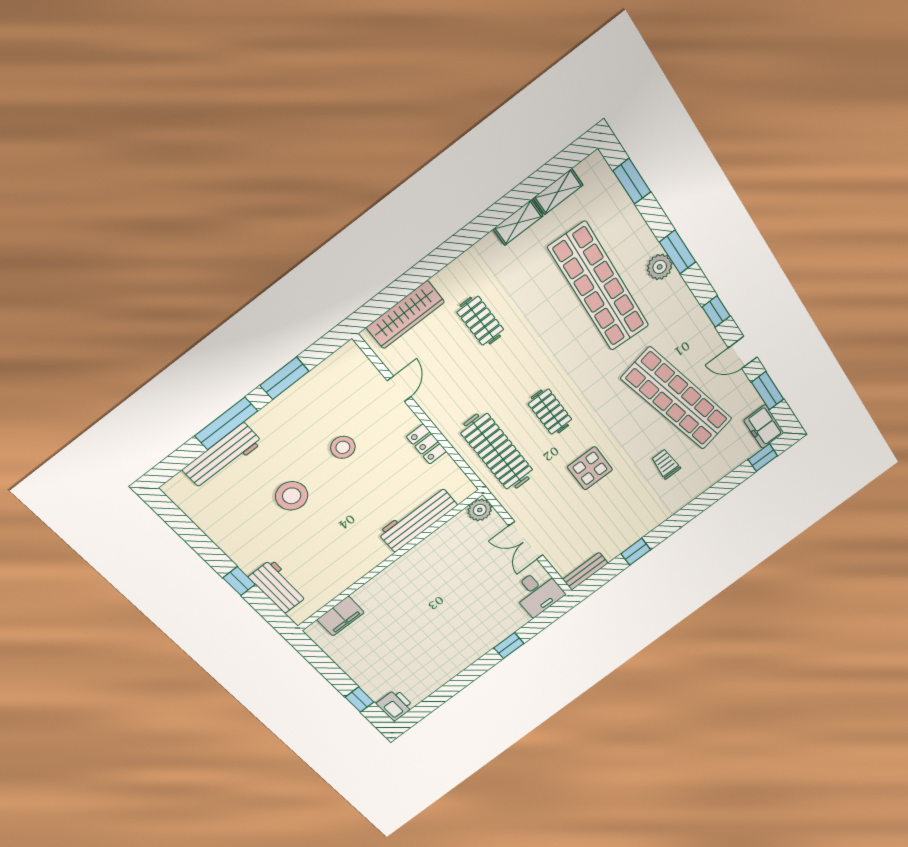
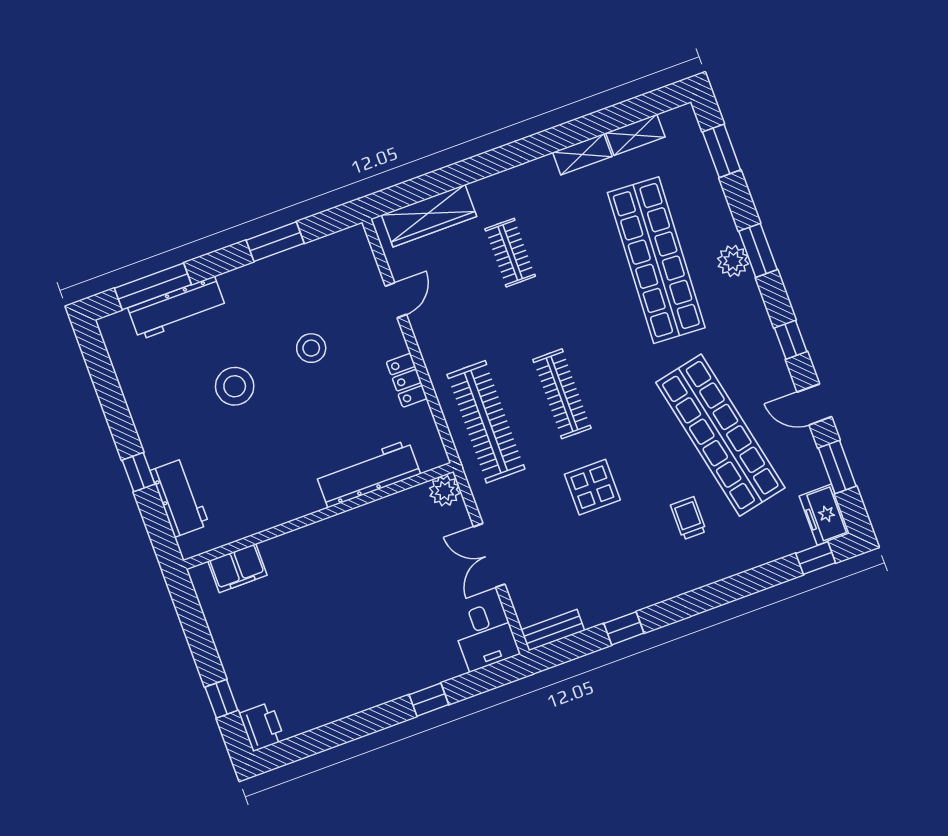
clothes rail: (550, 412) -> (562, 394), width x1.36
window: (226, 423) -> (153, 286), moved

